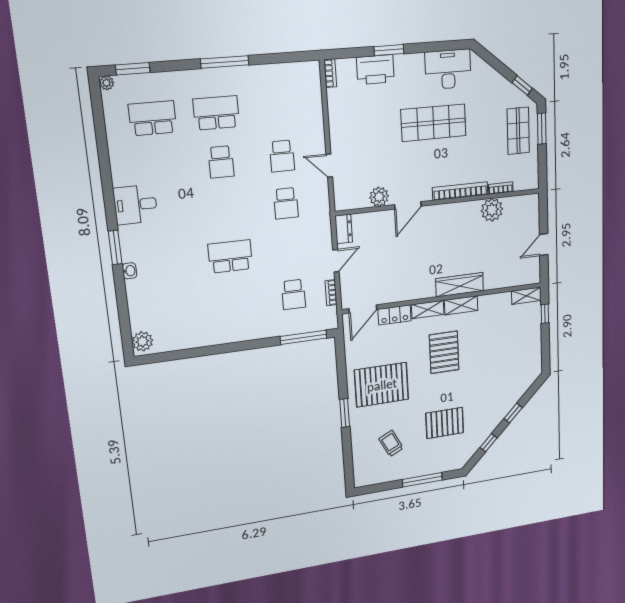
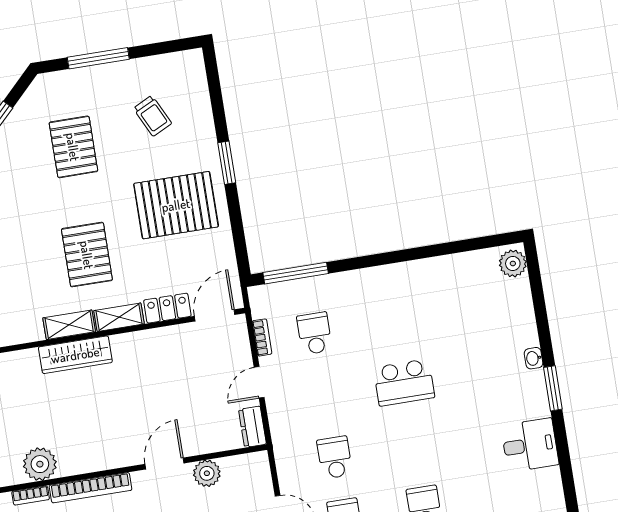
pallet: (445, 423) -> (73, 147), turned 90

